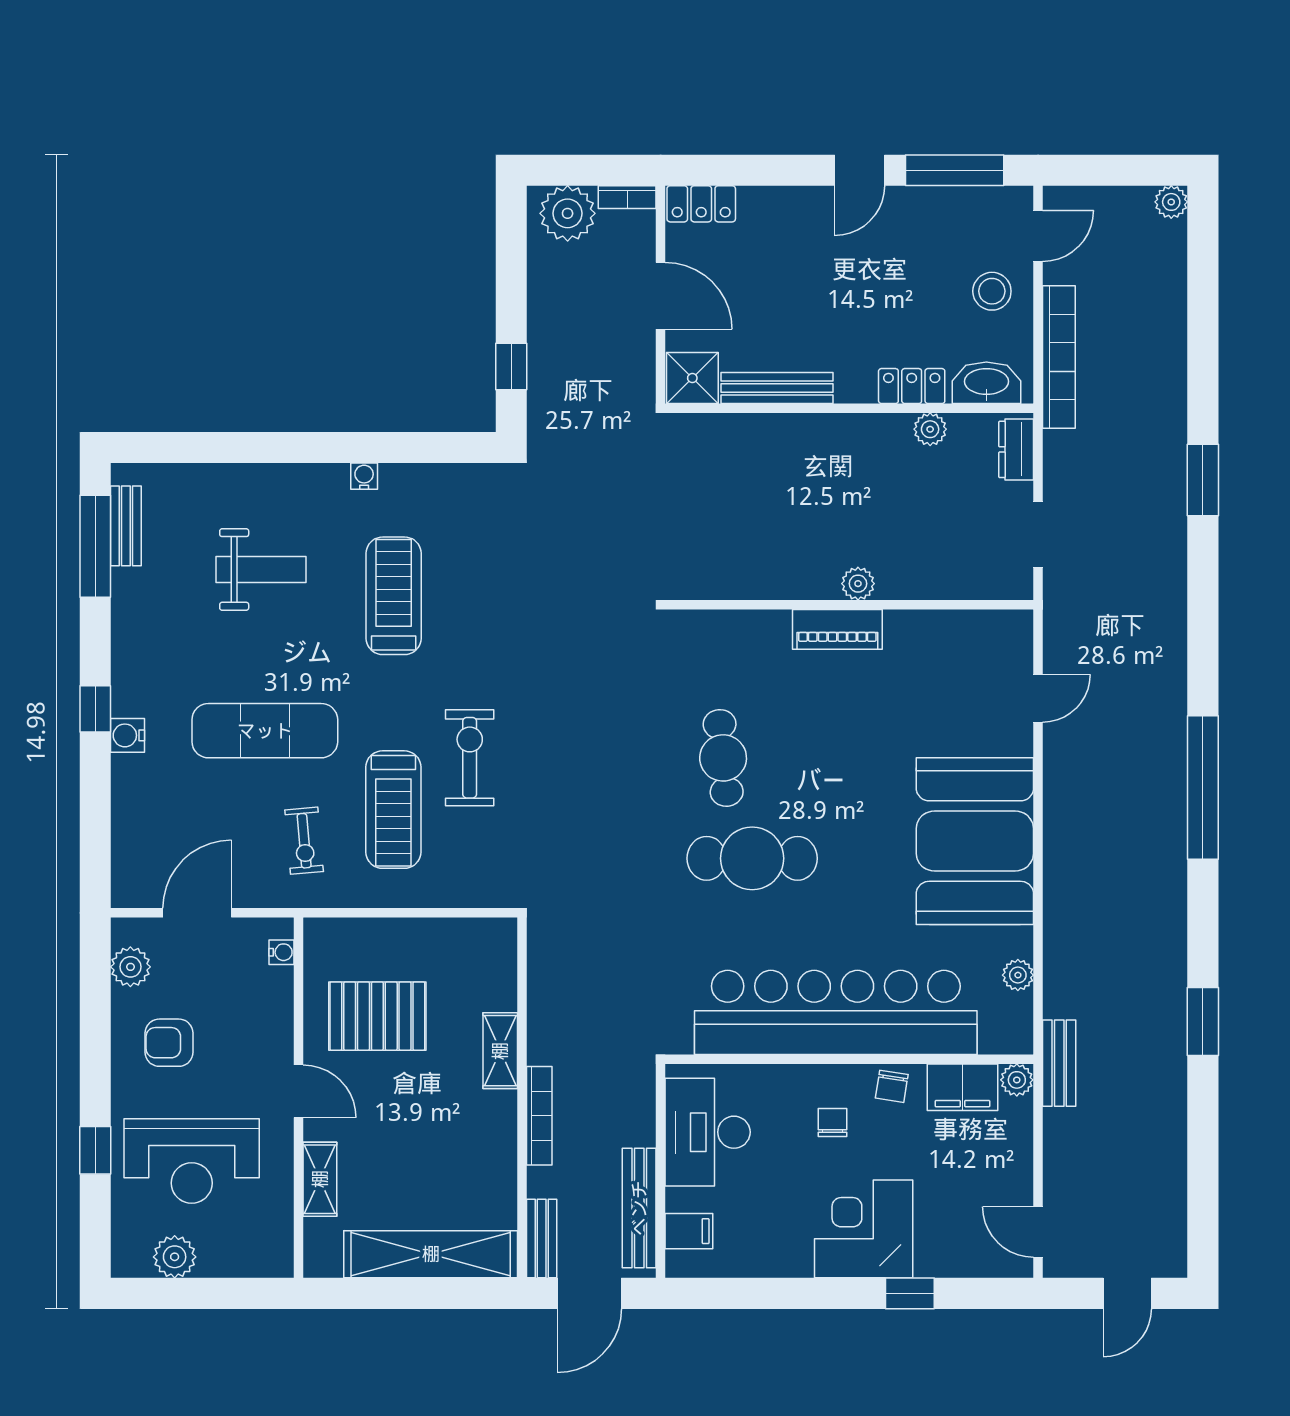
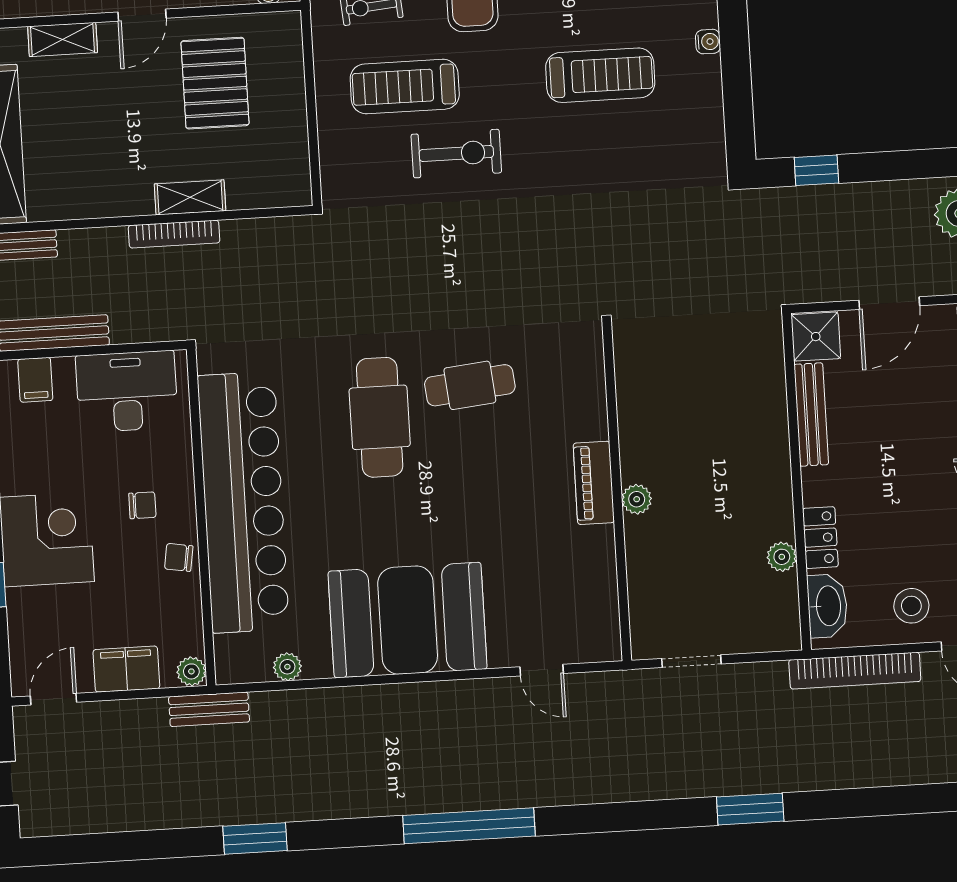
dresser: (1016, 449) -> (768, 637), removed
filing cabinet: (962, 1087) -> (126, 669), moved, turned 90
bookcase: (539, 1116) -> (174, 234), moved

